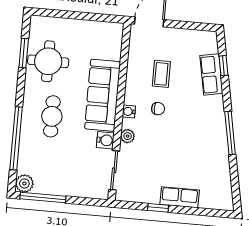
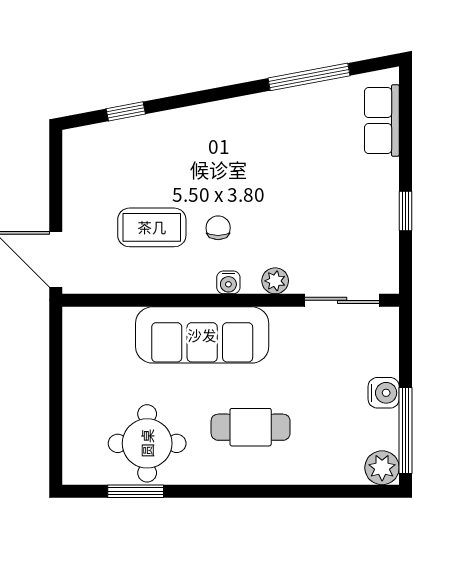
coffee table: (161, 74) -> (152, 227), width x1.36, depth x1.30
row of seats: (211, 74) -> (145, 133), removed
window: (230, 133) -> (309, 77), moved
window: (16, 138) -> (298, 491), removed
water cooler: (105, 140) -> (384, 393), moved, turned 90
row of seats: (180, 197) -> (382, 120), moved

